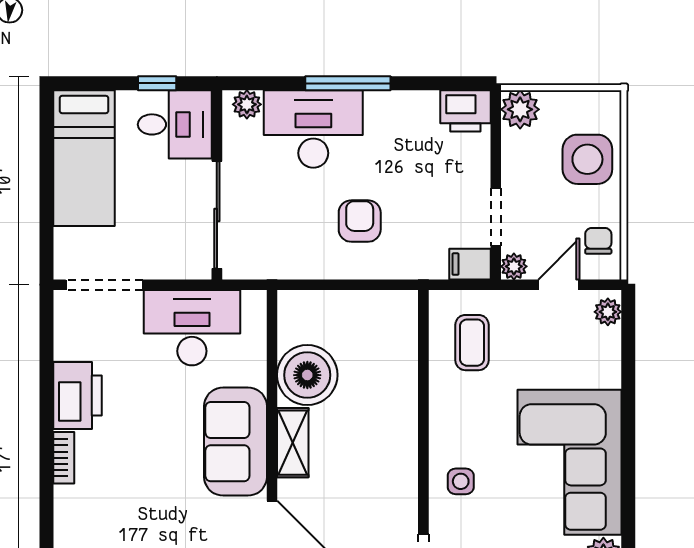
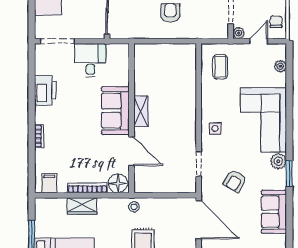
filing cabinet: (470, 264) -> (219, 32), removed
plant: (608, 312) -> (280, 66), moved
desk: (192, 328) -> (90, 60), width x0.73
boiler: (307, 375) -> (147, 81), removed
bookcase: (64, 458) -> (39, 136), moved

